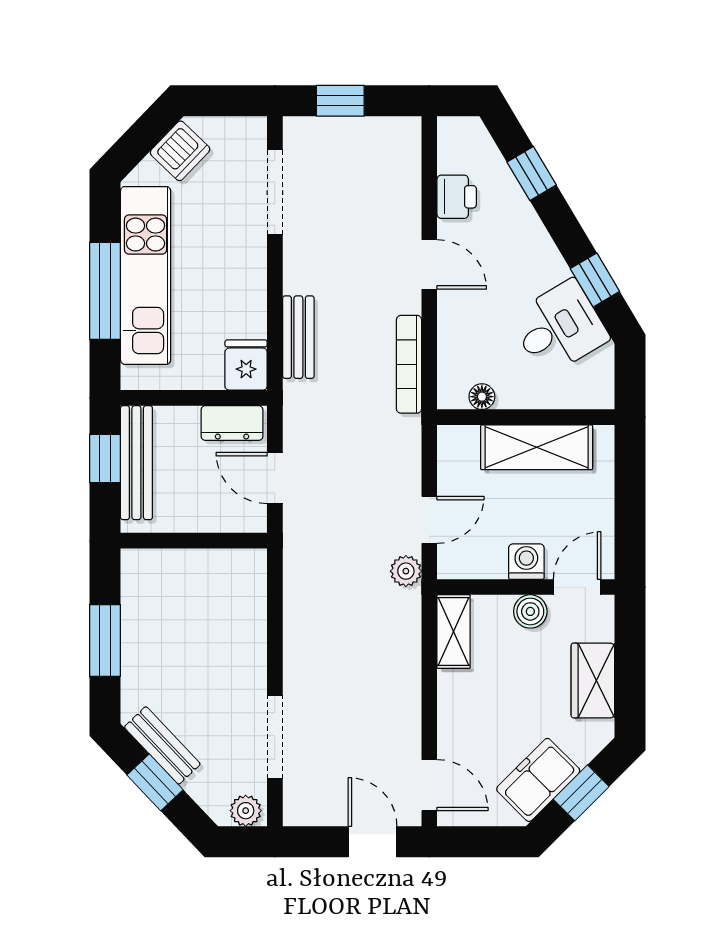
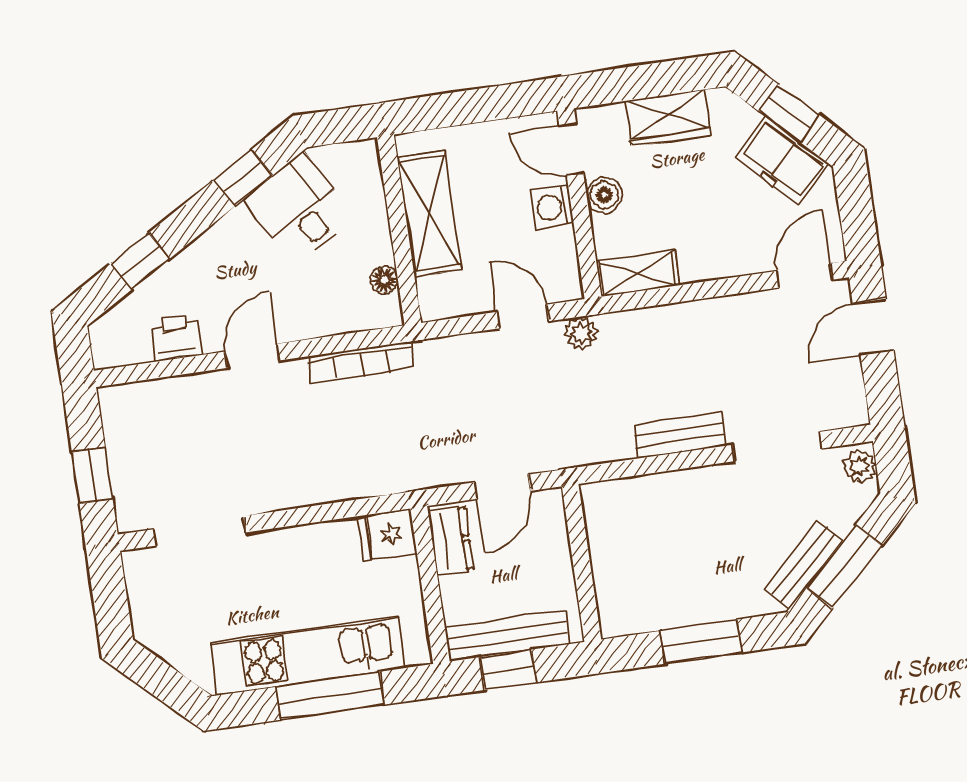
dishwasher: (180, 151) -> (170, 638), removed
bench: (298, 337) -> (679, 435), moved
window: (155, 782) -> (844, 567), width x1.50

